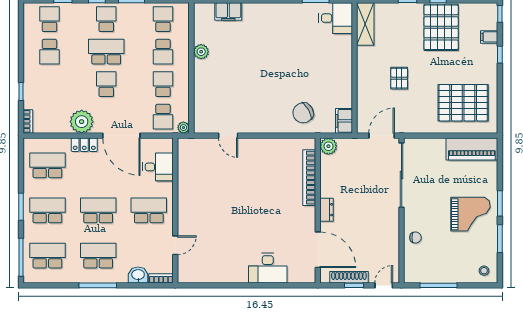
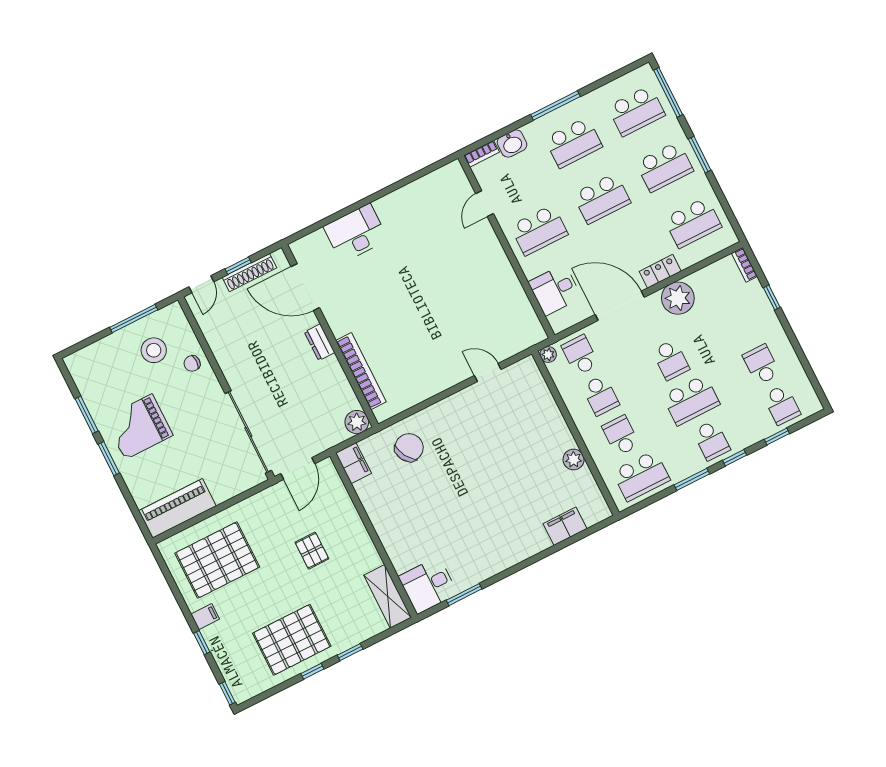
school desk: (163, 19) -> (641, 476), width x1.85
pallet: (441, 27) -> (292, 640), turned 90
filing cabinet: (489, 37) -> (205, 617), moved
stool: (484, 271) -> (154, 350), moved, width x1.89, depth x1.89

